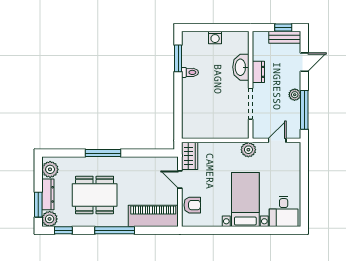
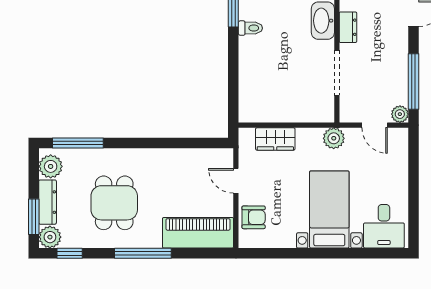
plant: (295, 95) -> (400, 114), moved
door: (277, 140) -> (375, 125), swing flipped
window: (103, 153) -> (78, 143), moved
wardrobe: (190, 156) -> (275, 139), moved, turned 90
dining table: (95, 195) -> (114, 203), width x0.73

